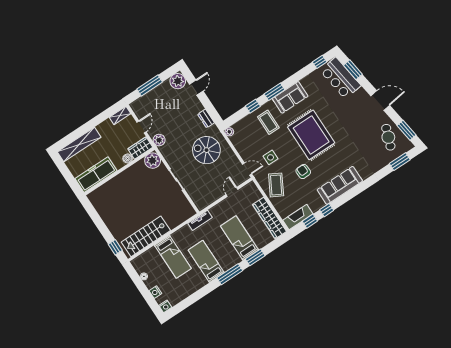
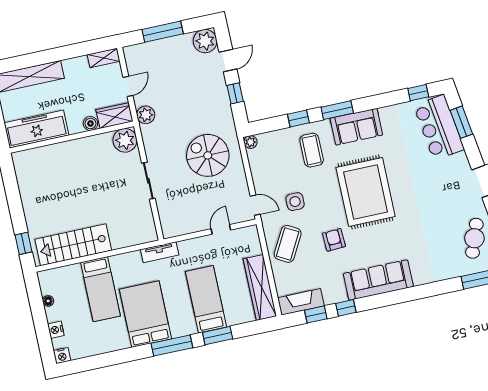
window: (208, 106) -> (235, 93), added
dresser: (206, 118) -> (225, 110), removed
bed: (206, 261) -> (145, 314), width x1.50

